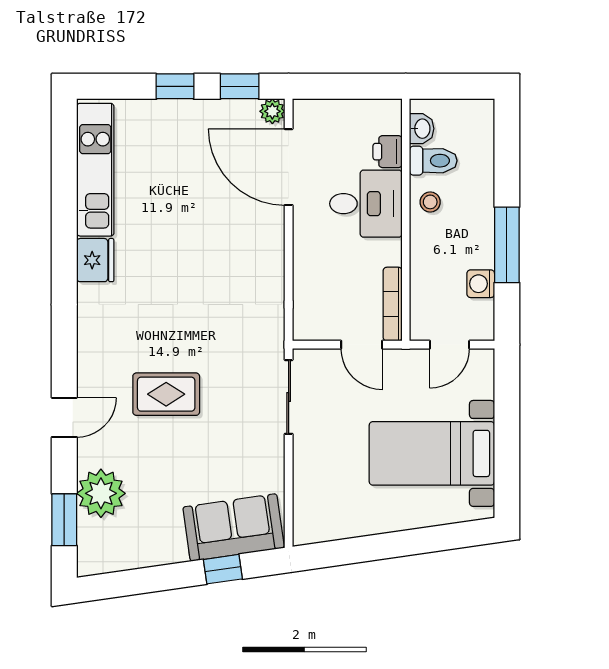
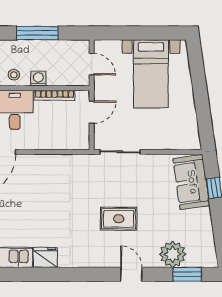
washing machine: (481, 284) -> (38, 79), moved, turned 180
bookcase: (393, 304) -> (54, 95), moved
rug: (166, 394) -> (119, 219), turned 90

